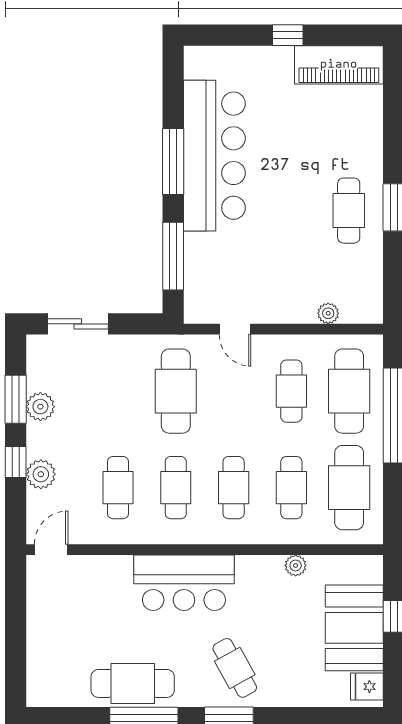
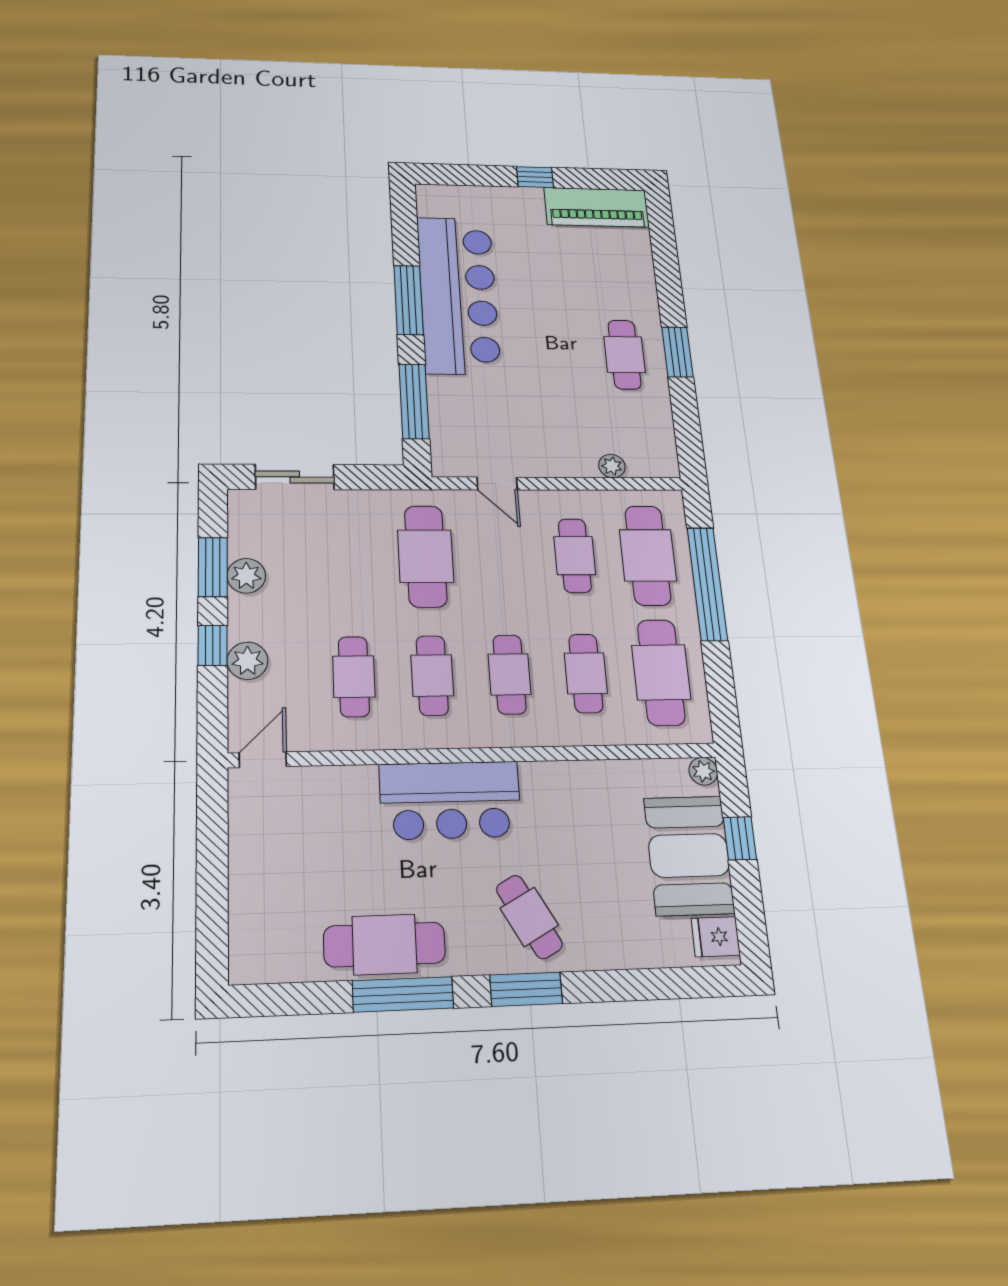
plant: (296, 565) -> (703, 771), moved

